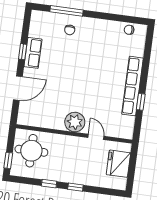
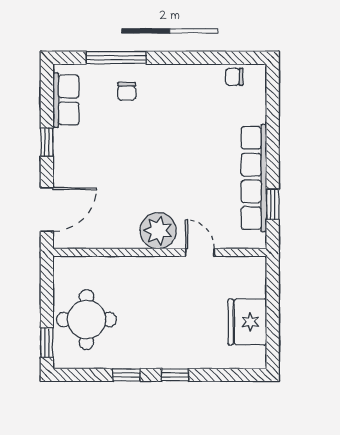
row of seats: (33, 53) -> (66, 100), moved
plant: (75, 122) -> (158, 231), moved
wall: (74, 134) -> (160, 252), moved
door: (96, 137) -> (200, 252), moved

